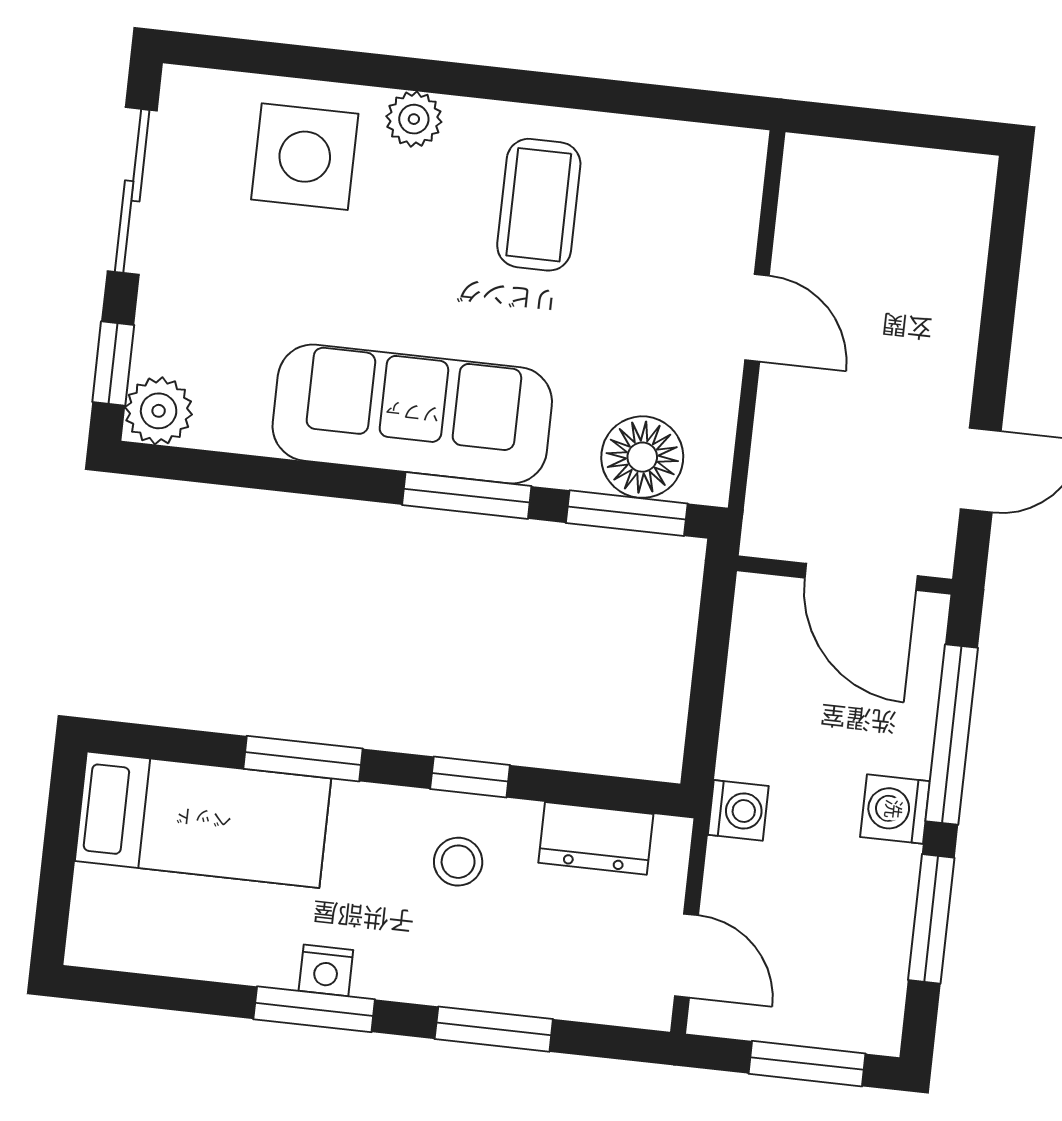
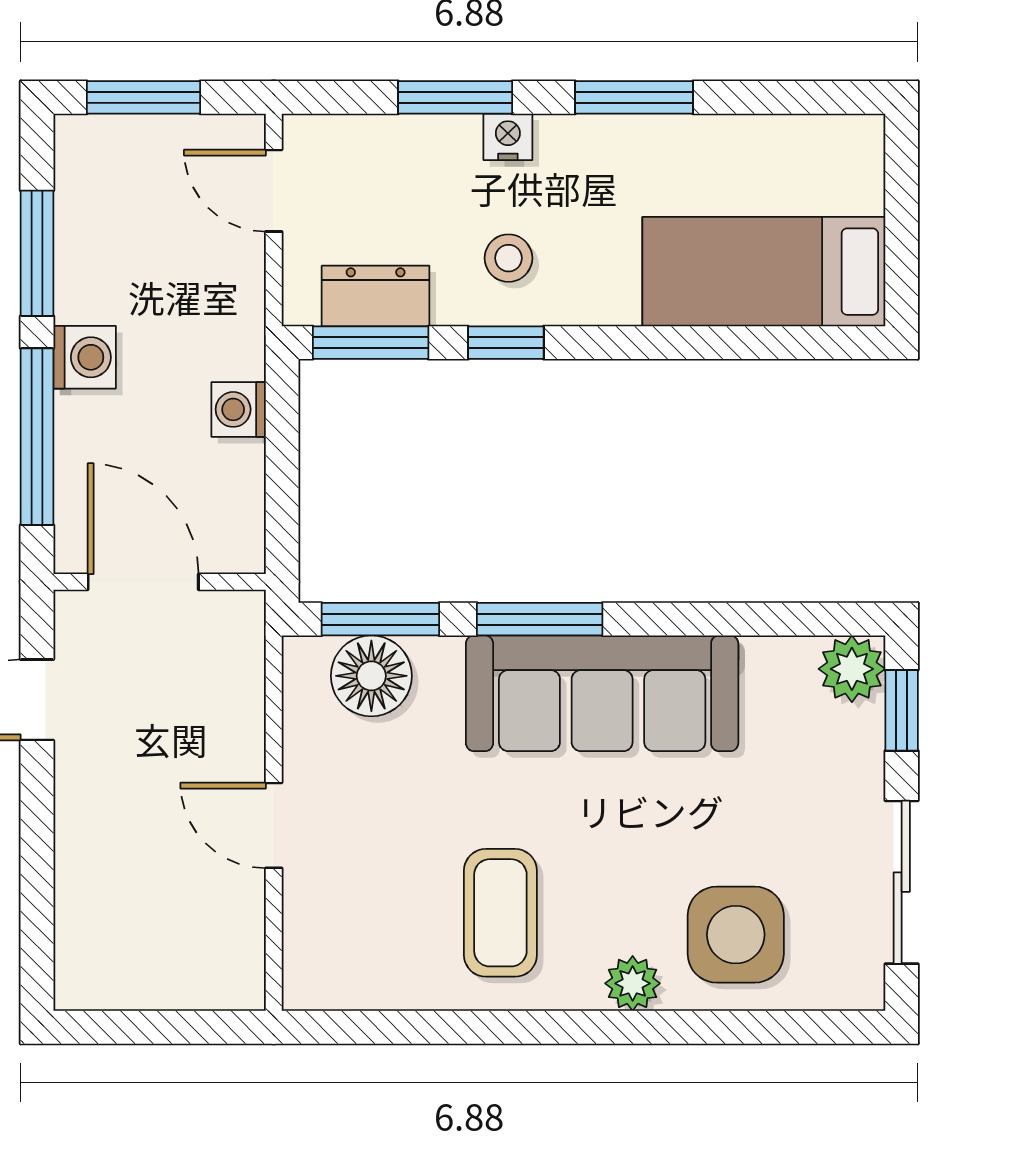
window: (303, 759) -> (371, 343), moved
washing machine: (738, 810) -> (239, 409), moved
nightstand: (326, 970) -> (508, 137), moved

